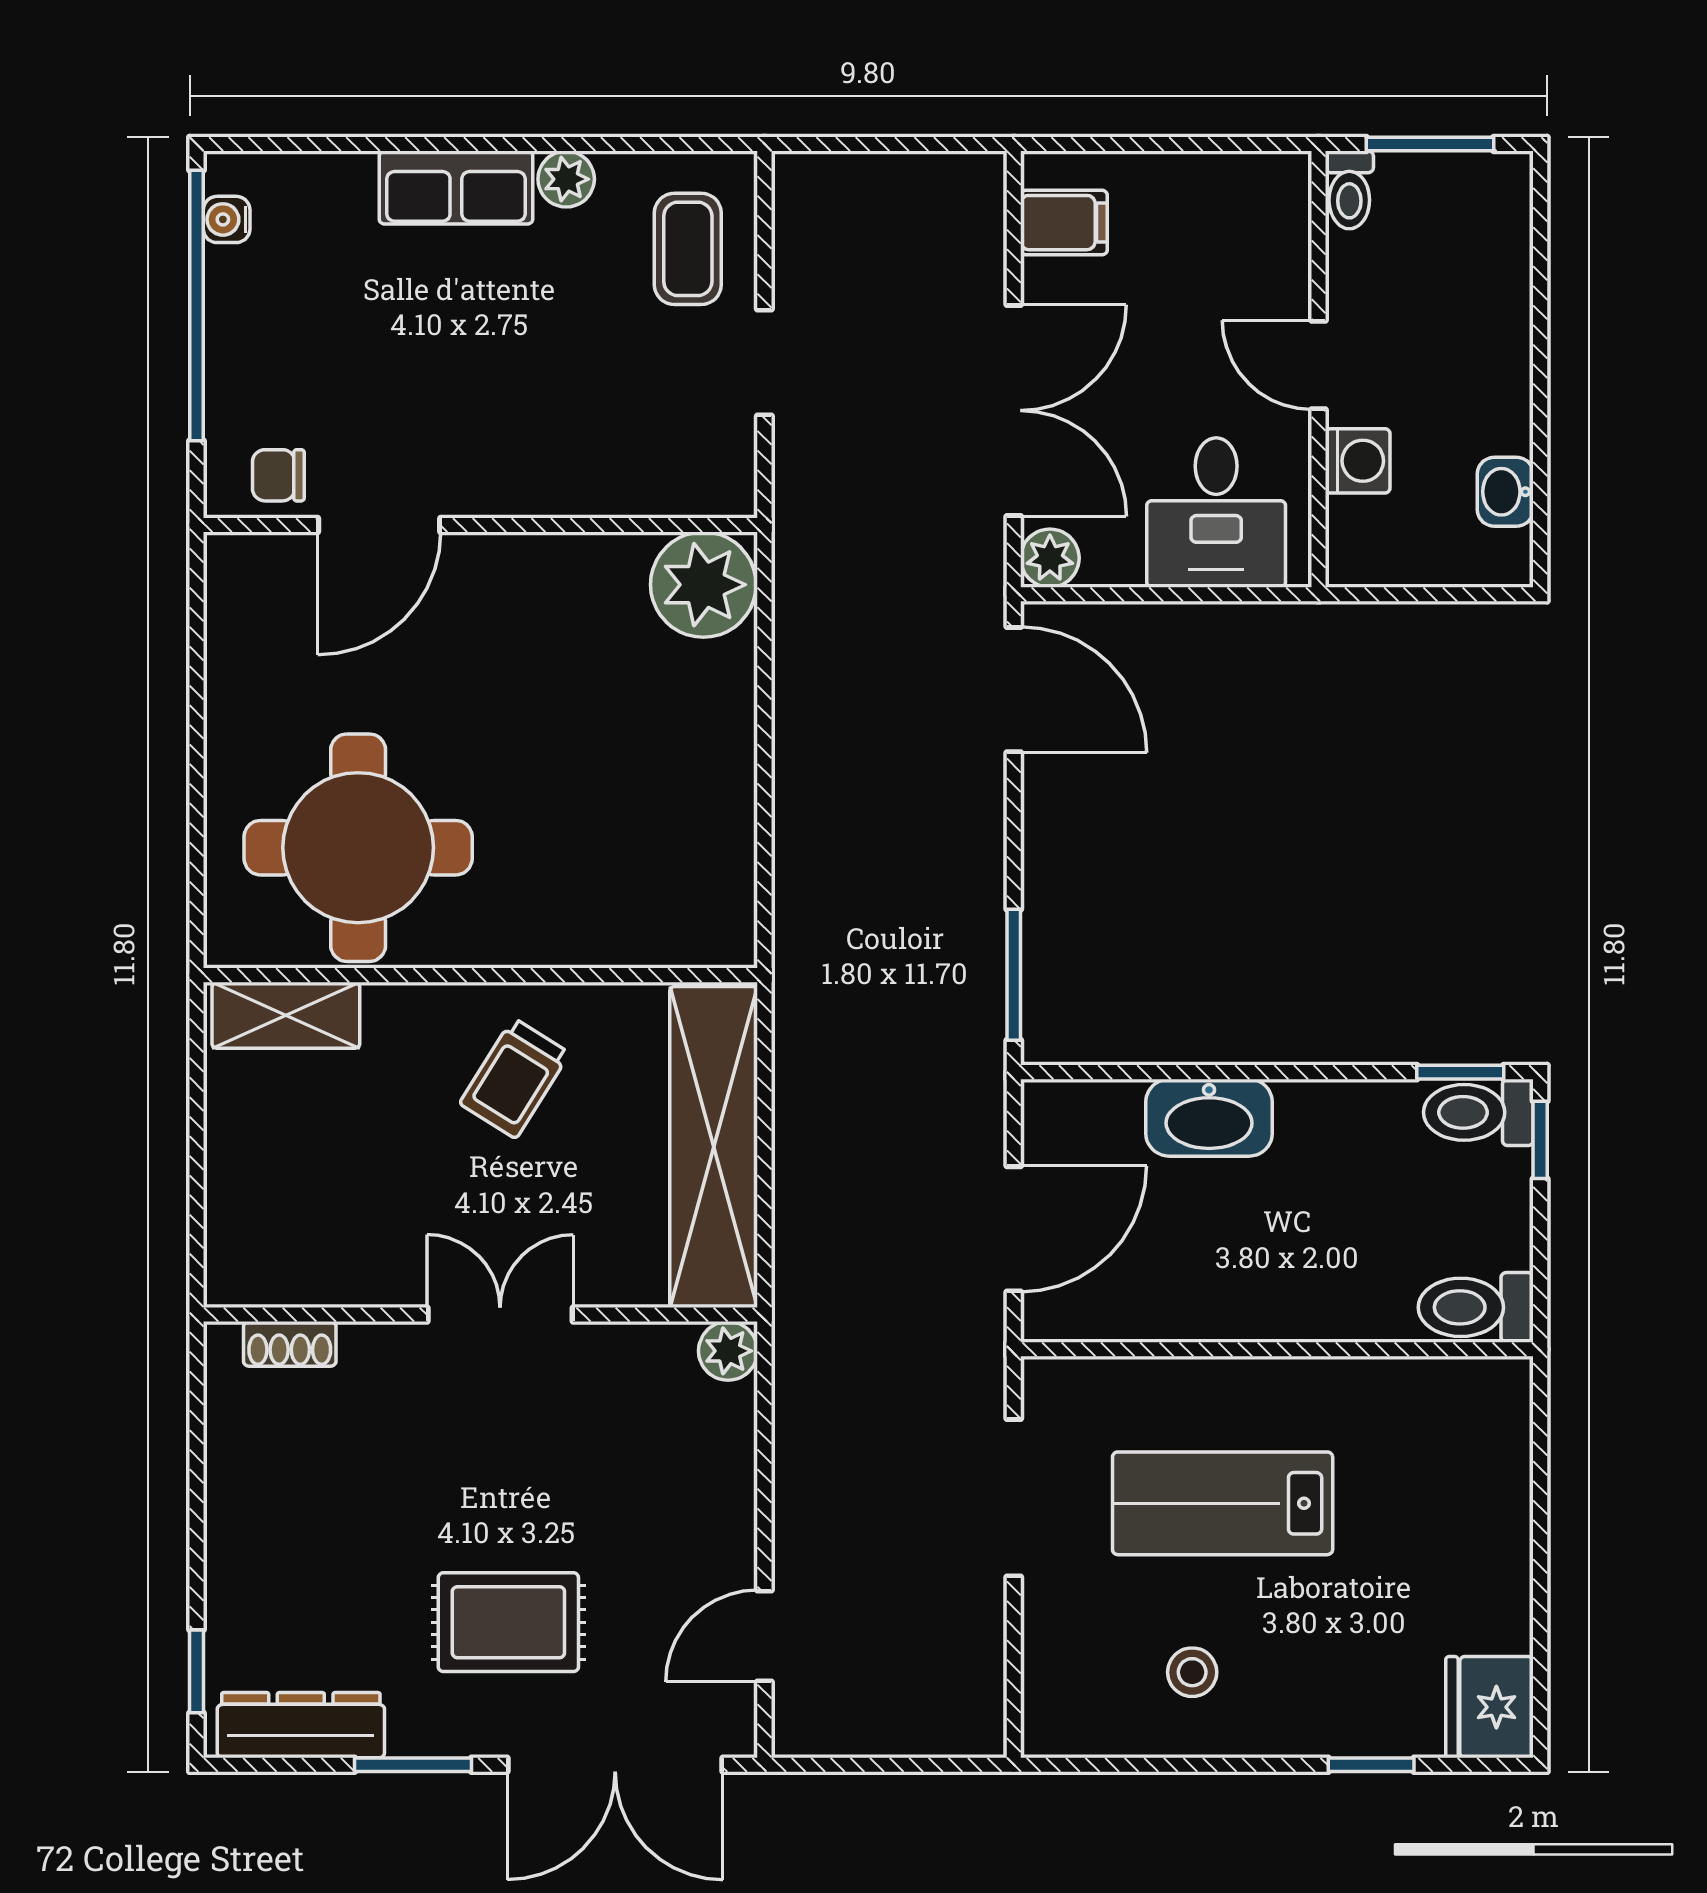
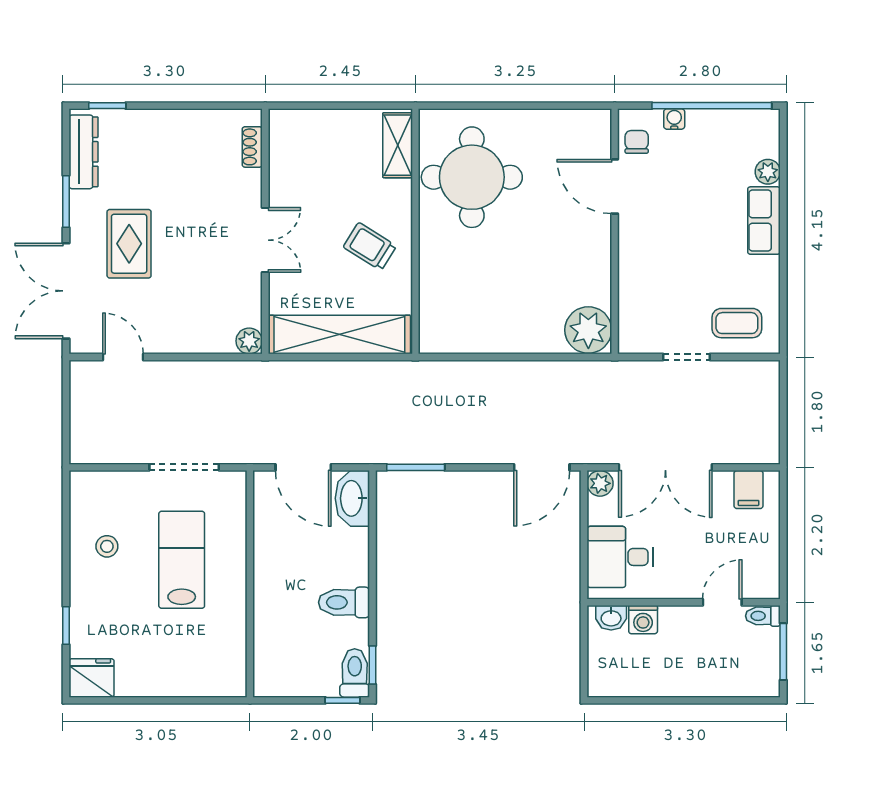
plant: (566, 179) -> (768, 172), moved
water cooler: (227, 219) -> (674, 119), moved
door: (1318, 365) -> (722, 602), moved
washbasin: (1505, 492) -> (611, 618), moved, turned 180
washbasin: (1209, 1118) -> (352, 498), moved
toilet: (1476, 1307) -> (344, 602), moved, turned -90

